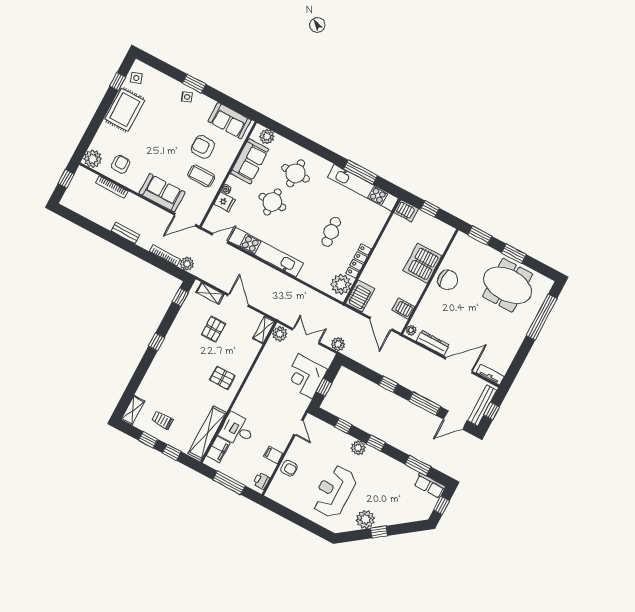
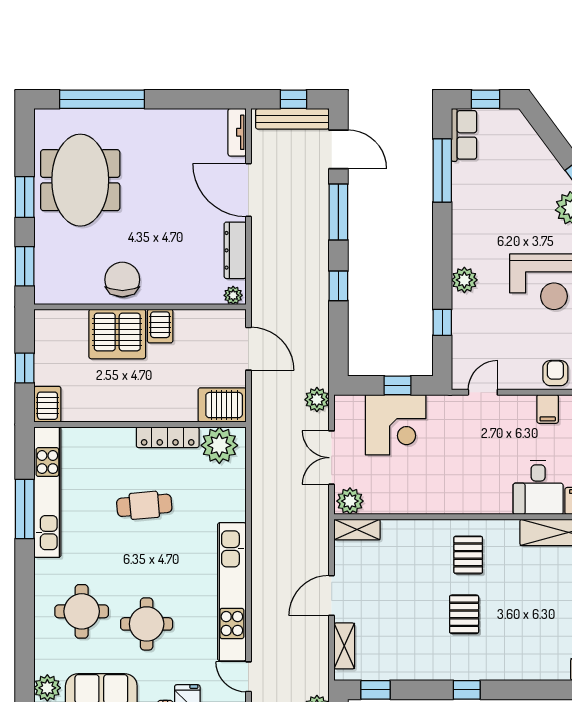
server rack: (403, 309) -> (160, 326), moved
door: (381, 324) -> (248, 349), hinge flipped
pallet: (213, 329) -> (464, 614), moved, turned 90
window: (376, 443) -> (442, 256), removed
window: (418, 465) -> (442, 170), width x1.44

